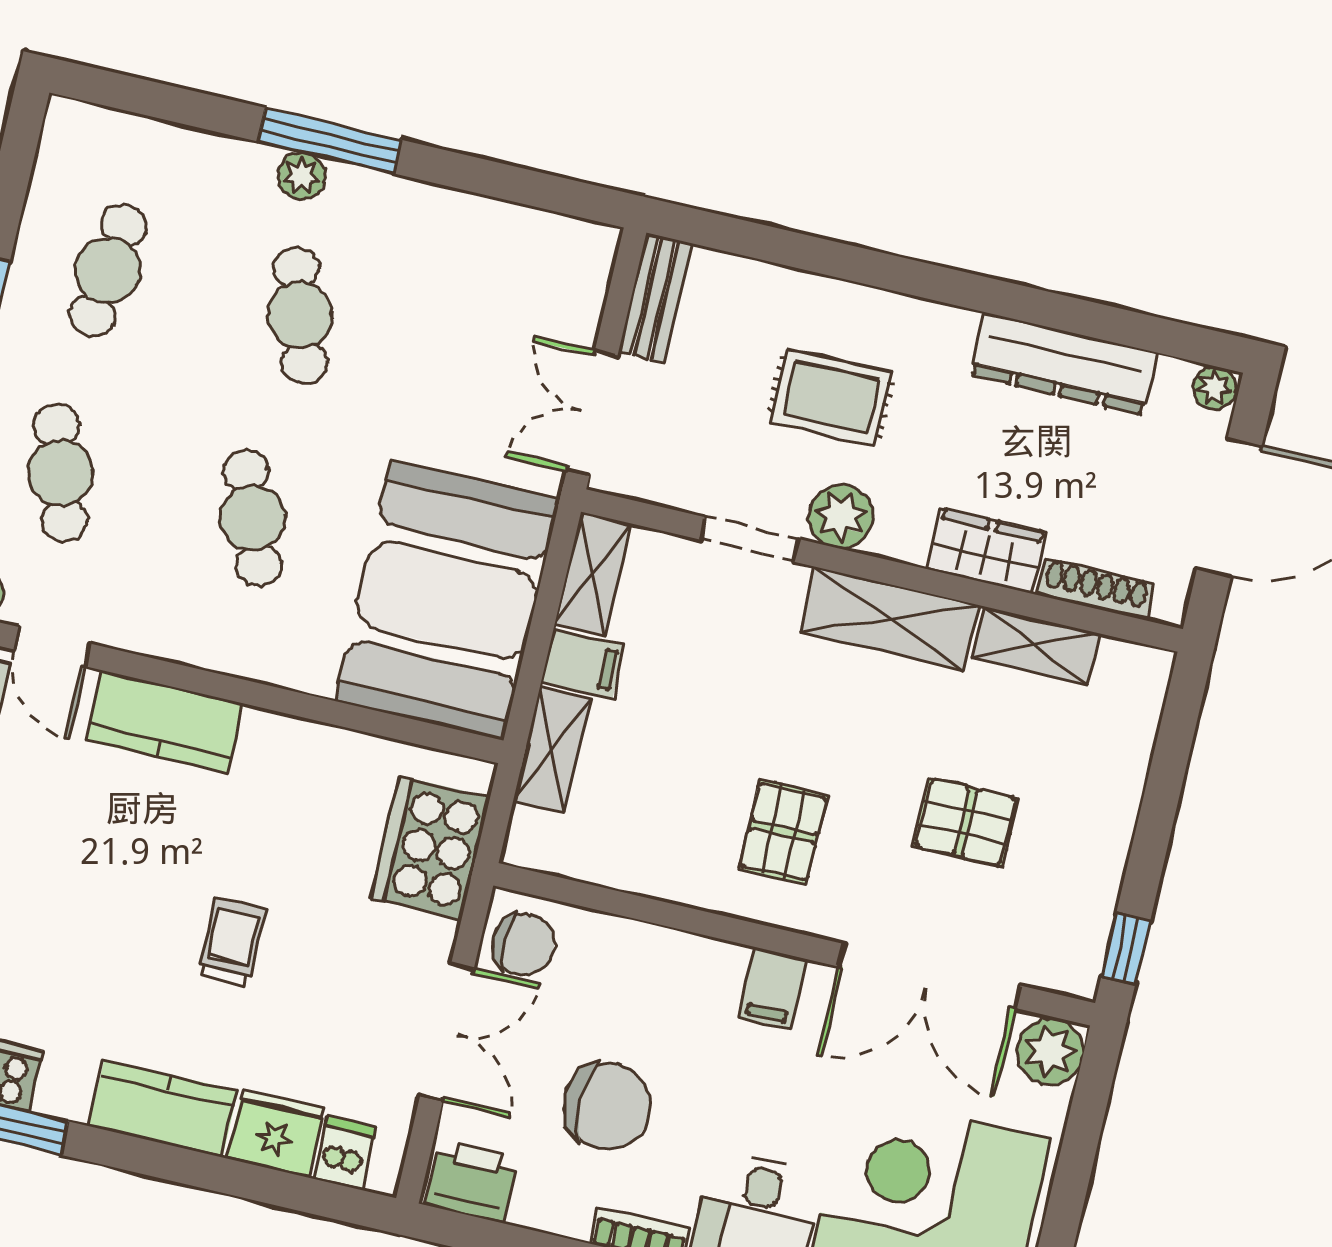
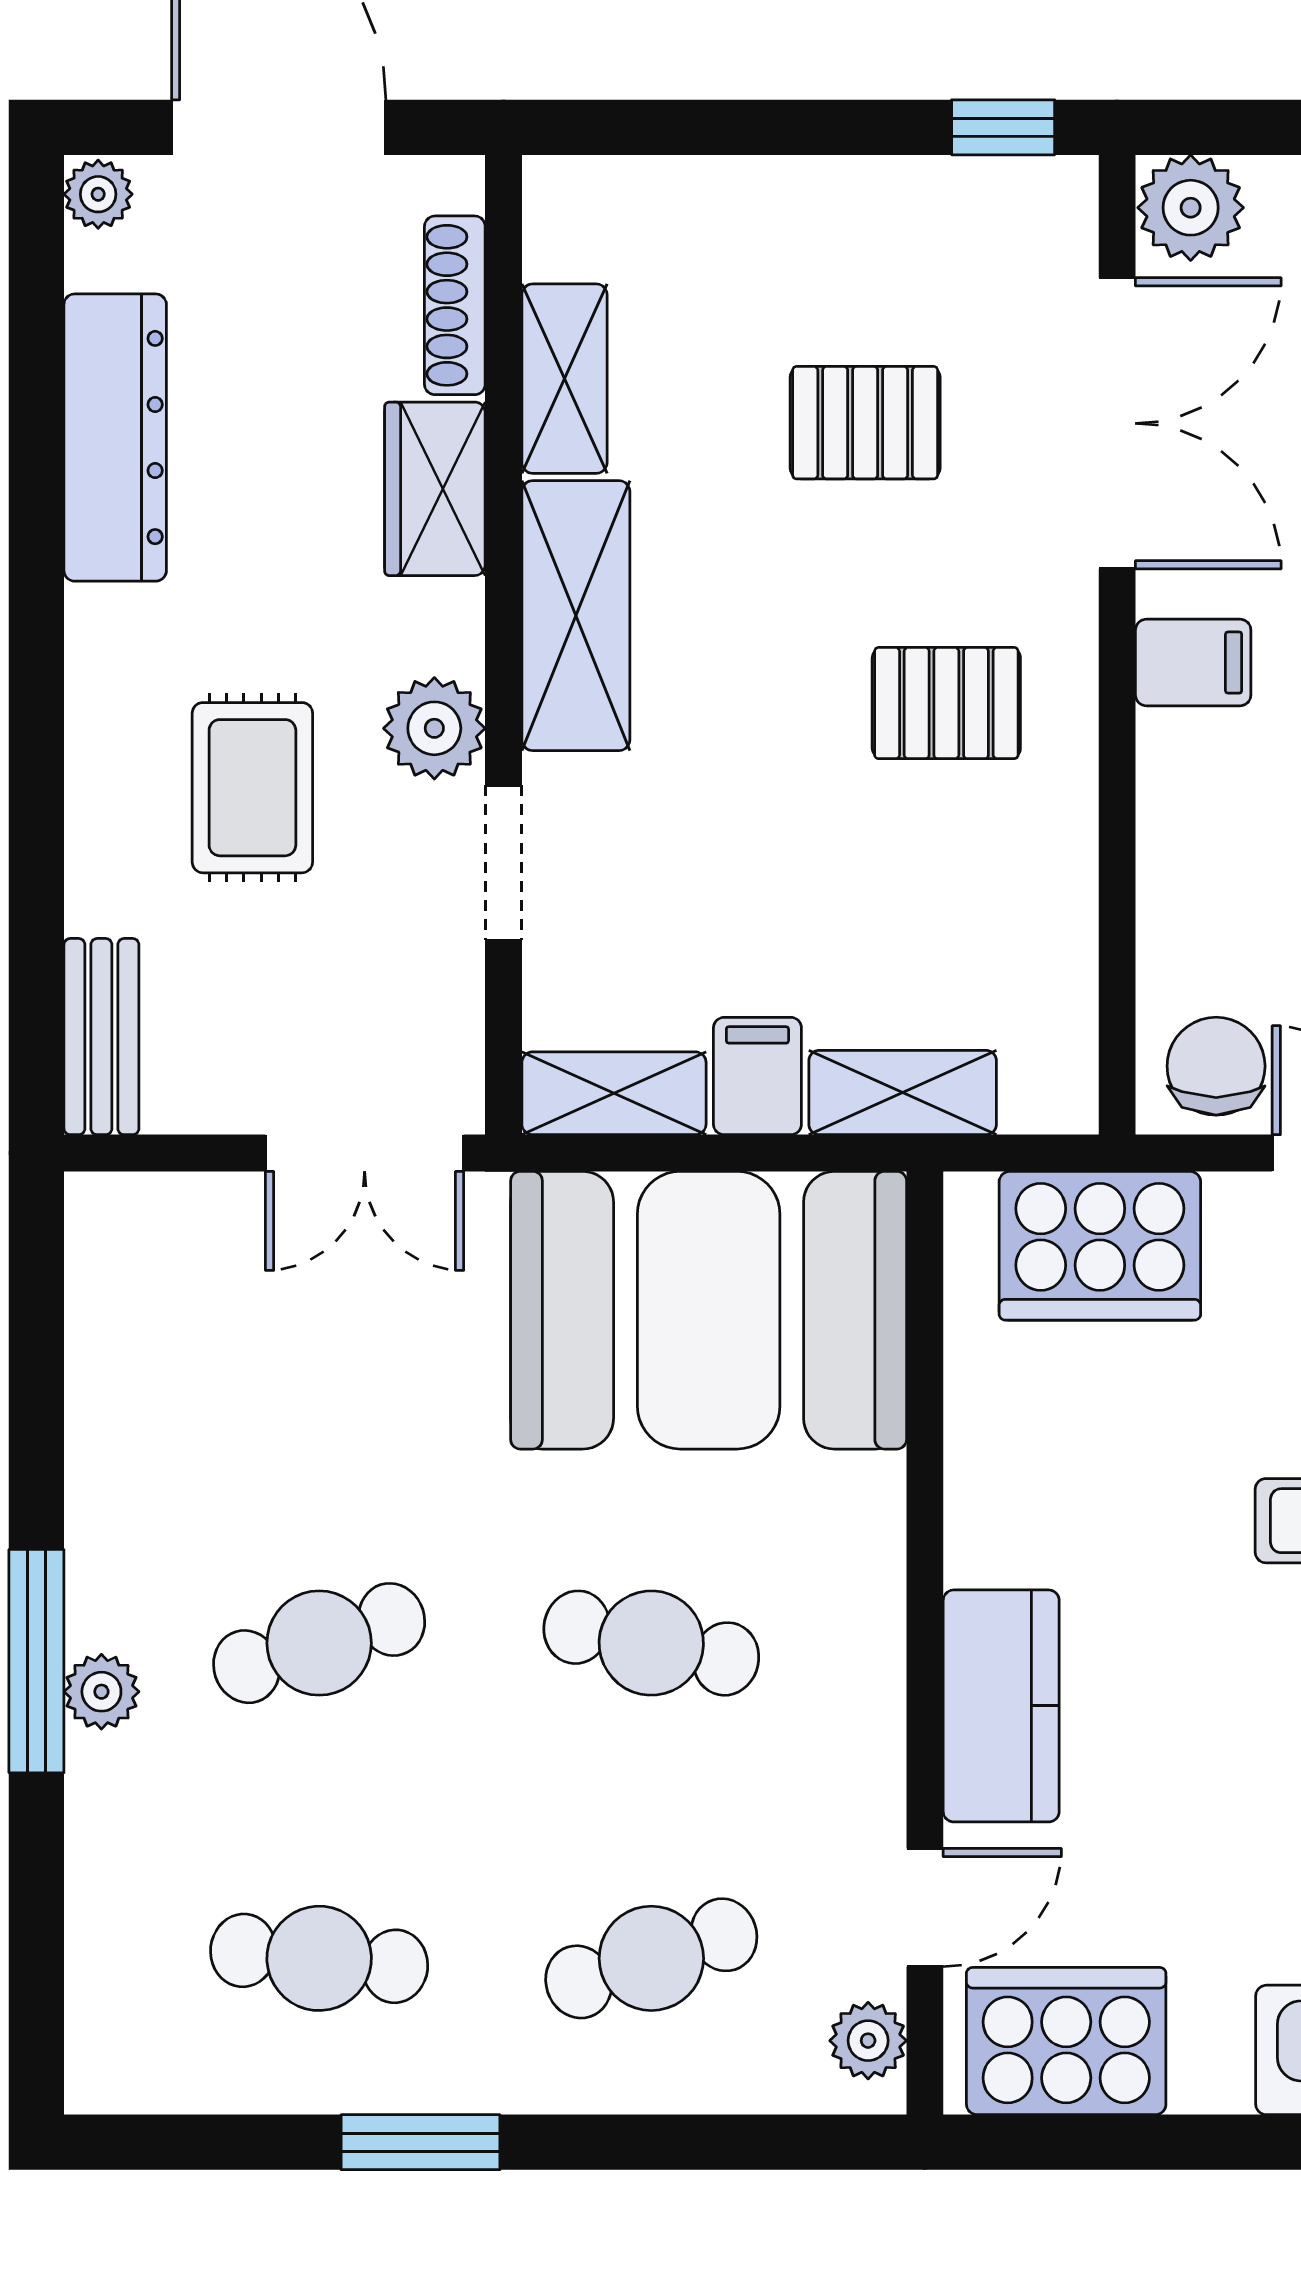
bench: (655, 298) -> (101, 1037), moved, turned 90
cafe table: (253, 518) -> (651, 1643), turned 33
pallet: (966, 822) -> (865, 423), turned 90

